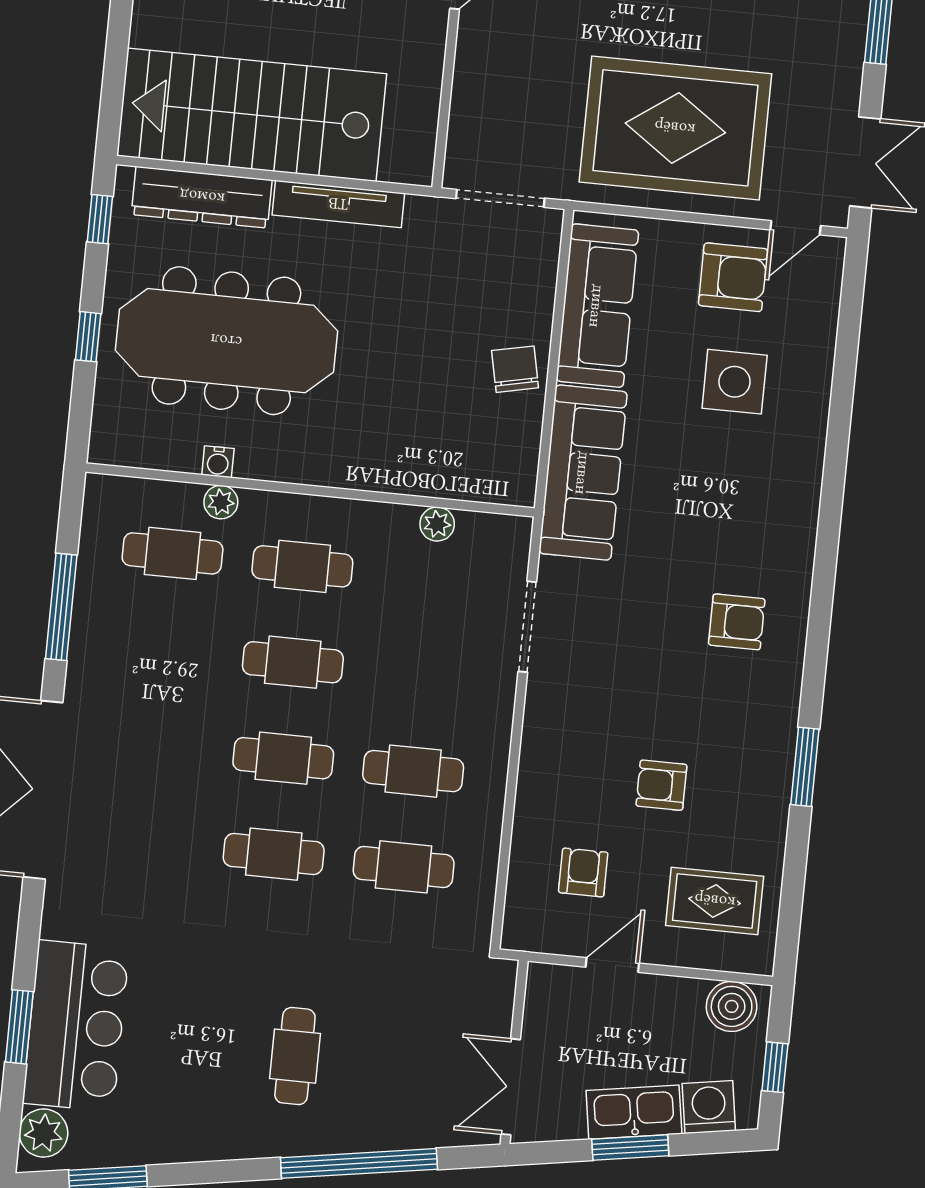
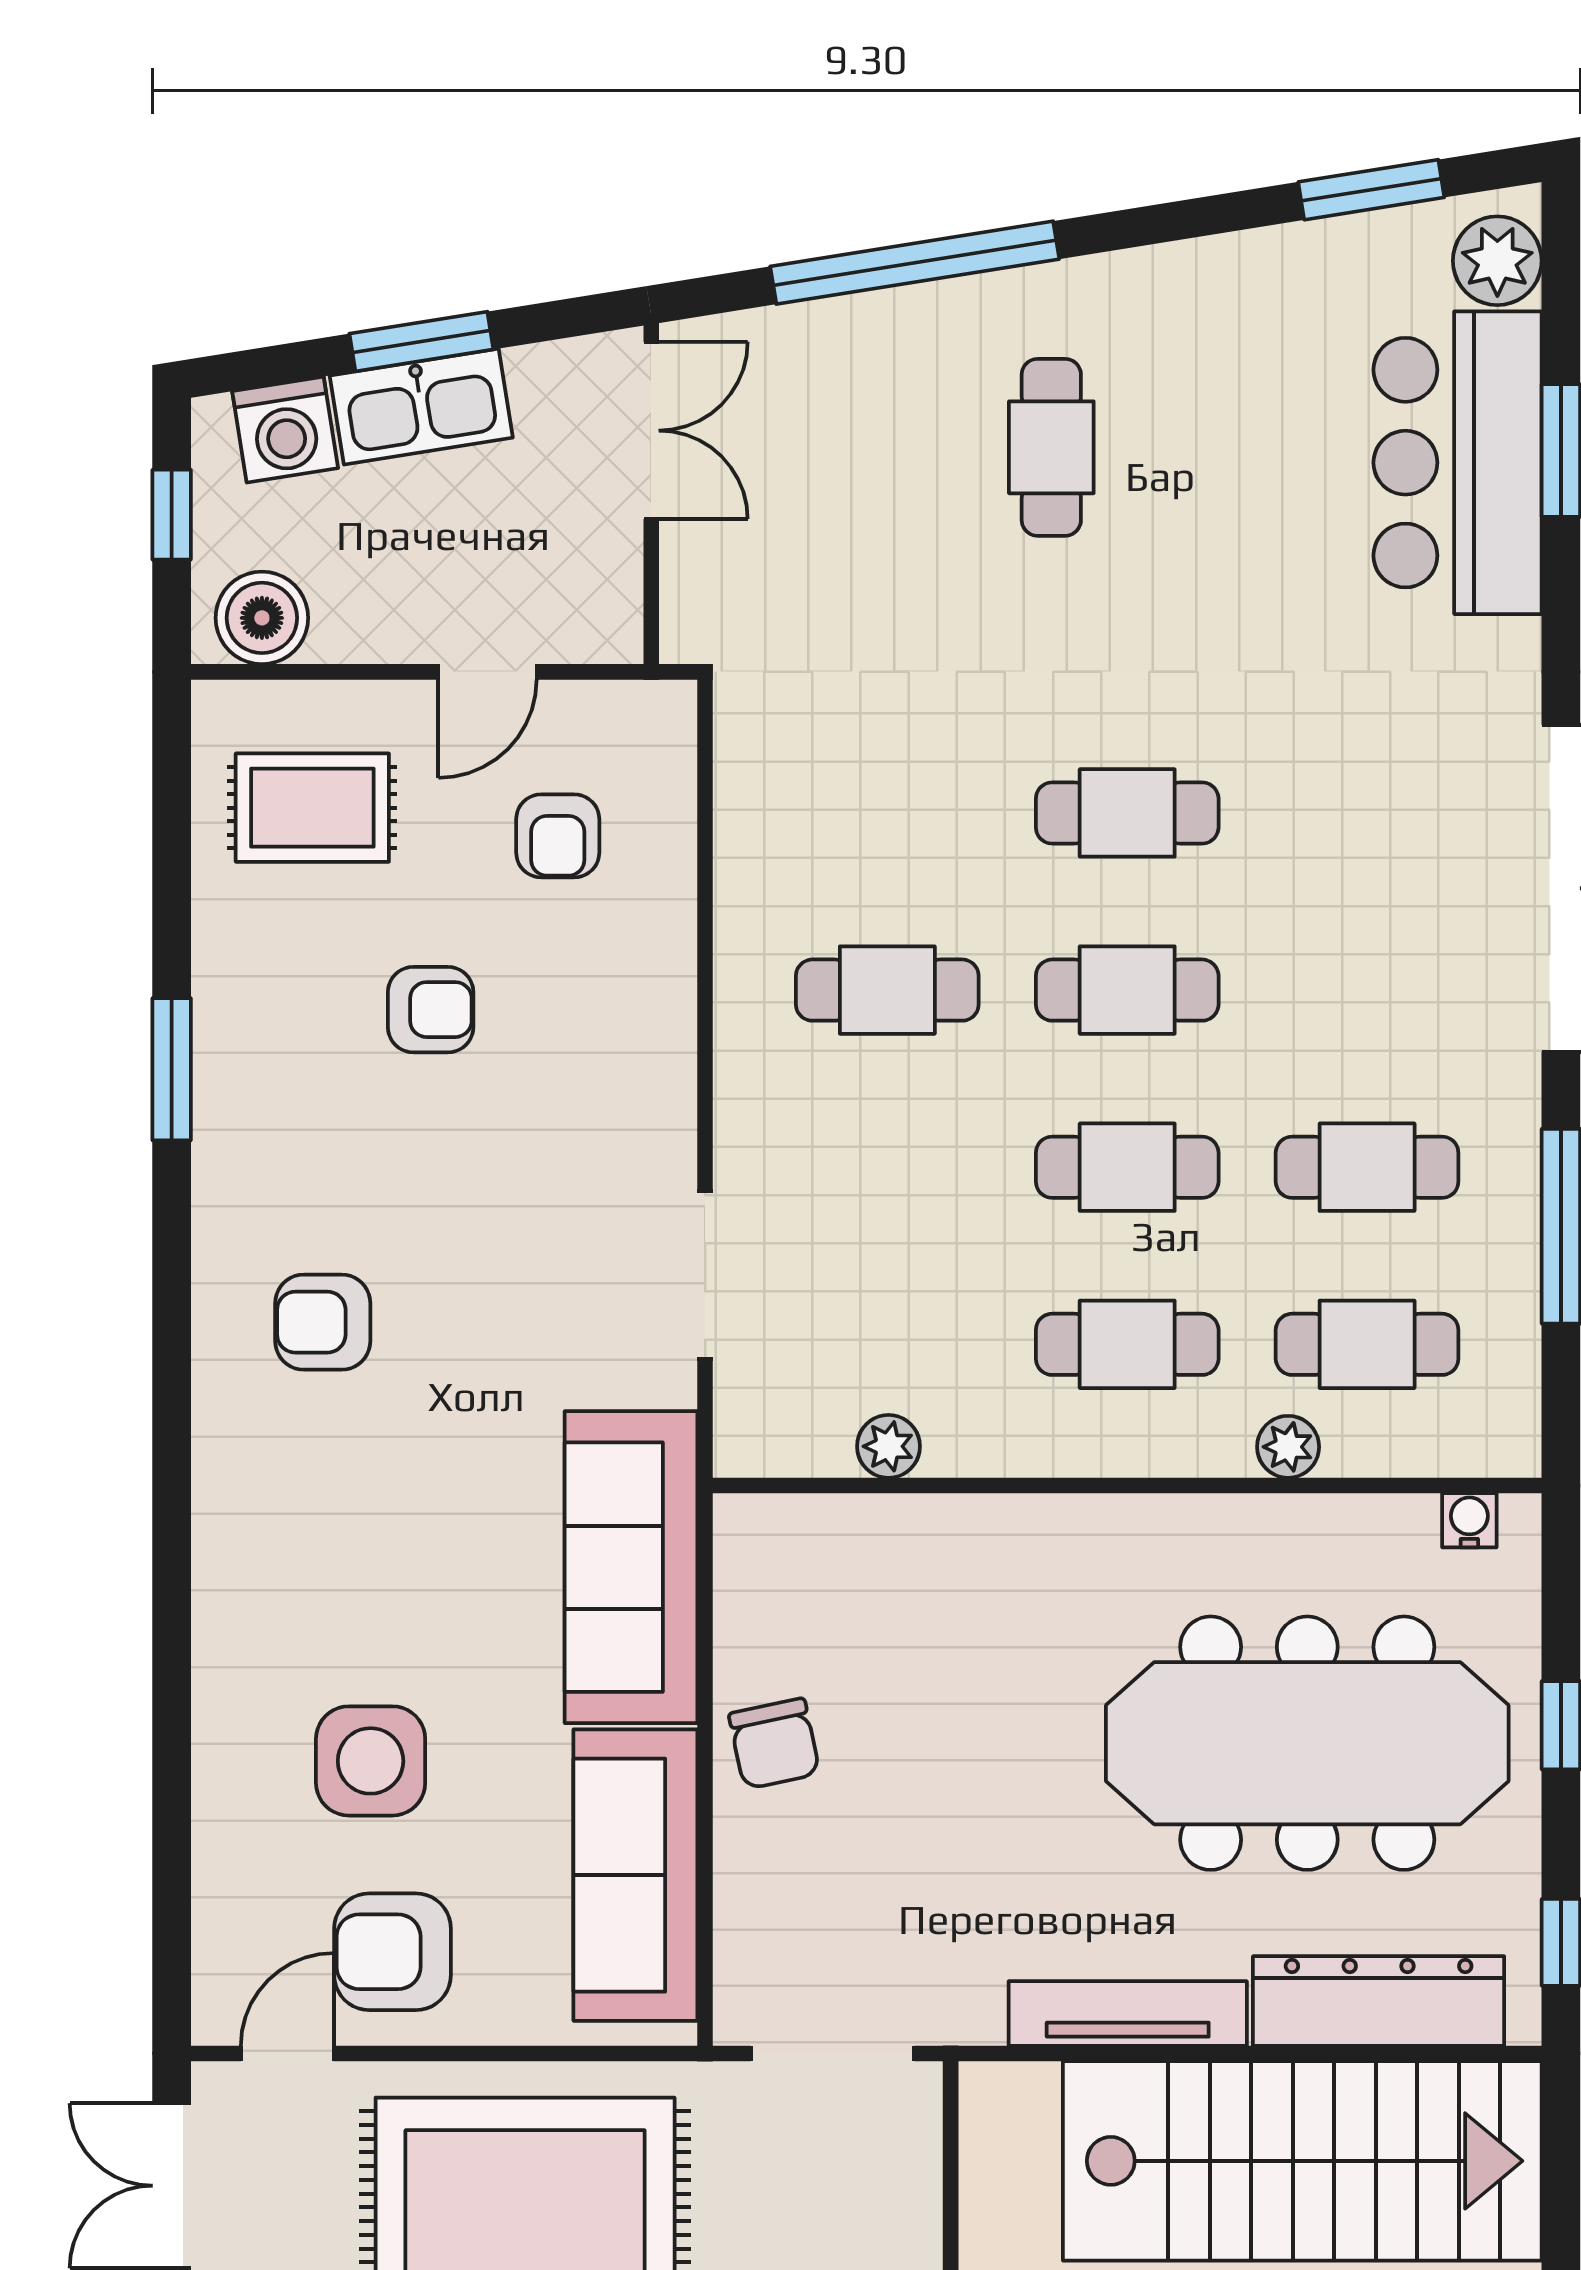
water cooler: (218, 462) -> (1469, 1520), moved
cafe table: (404, 867) -> (1367, 1167), moved

